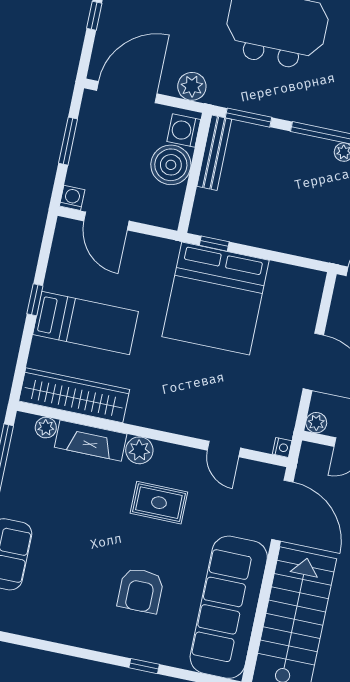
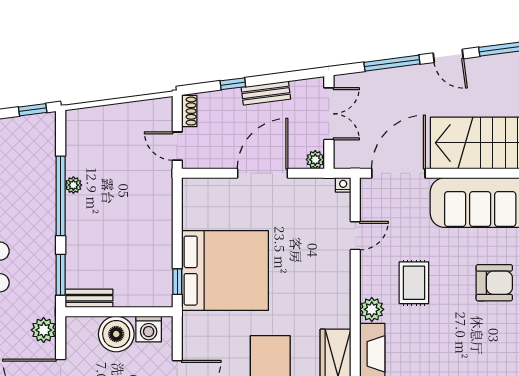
washing machine: (184, 131) -> (149, 329), moved
bench: (214, 153) -> (89, 298), width x0.73

